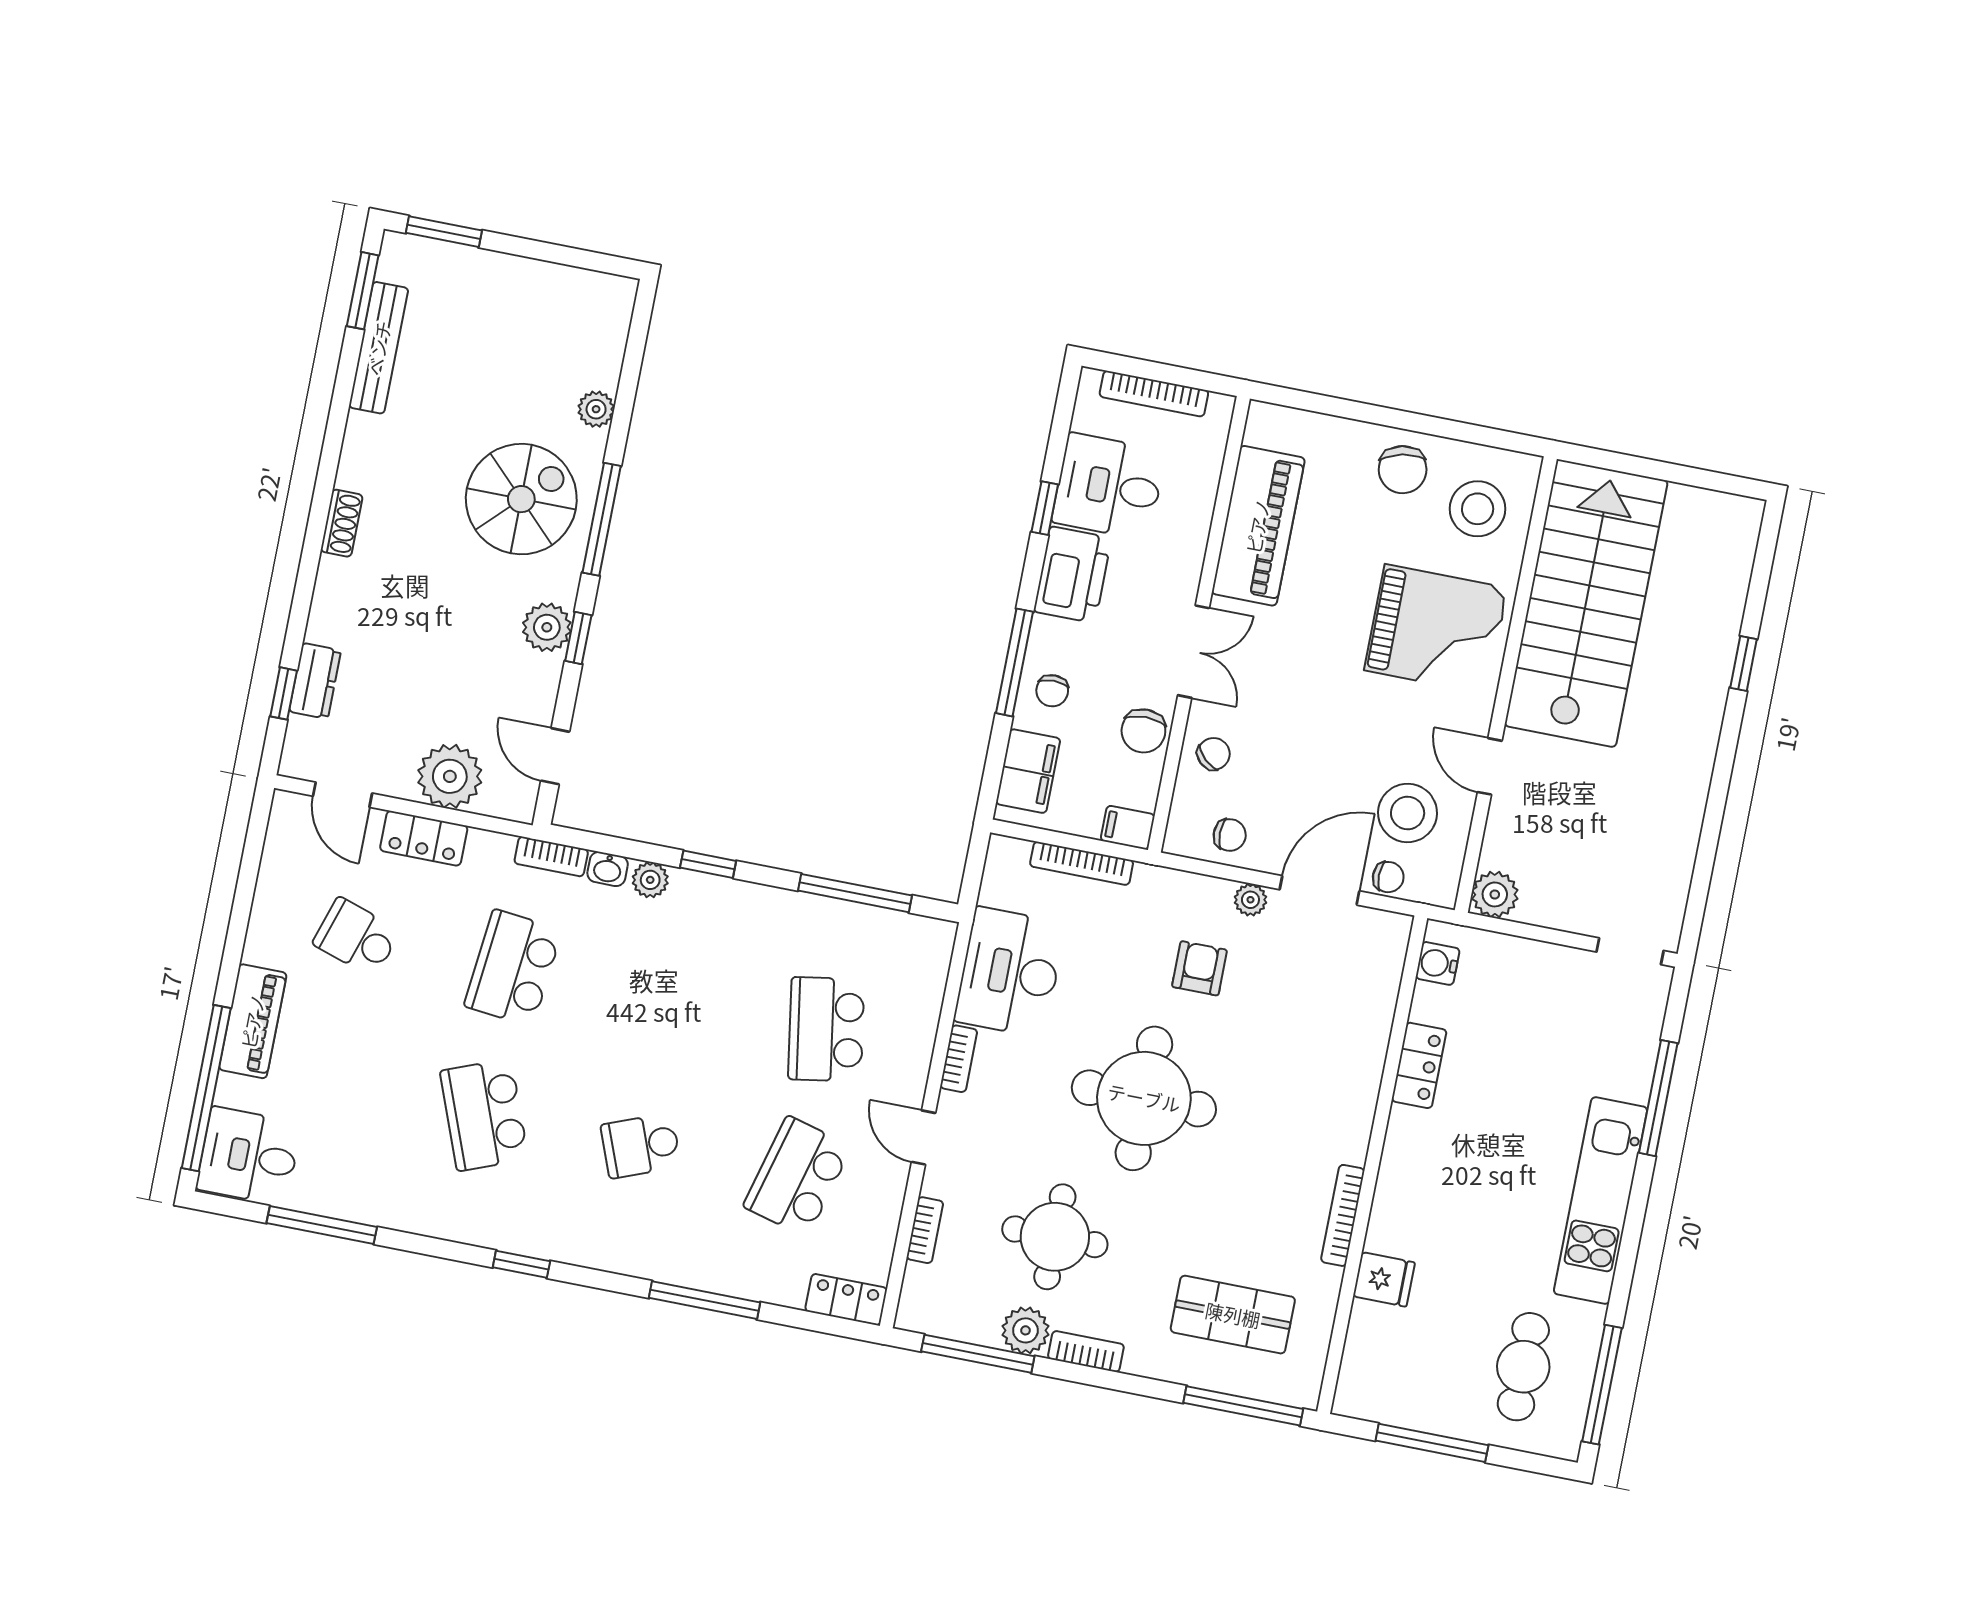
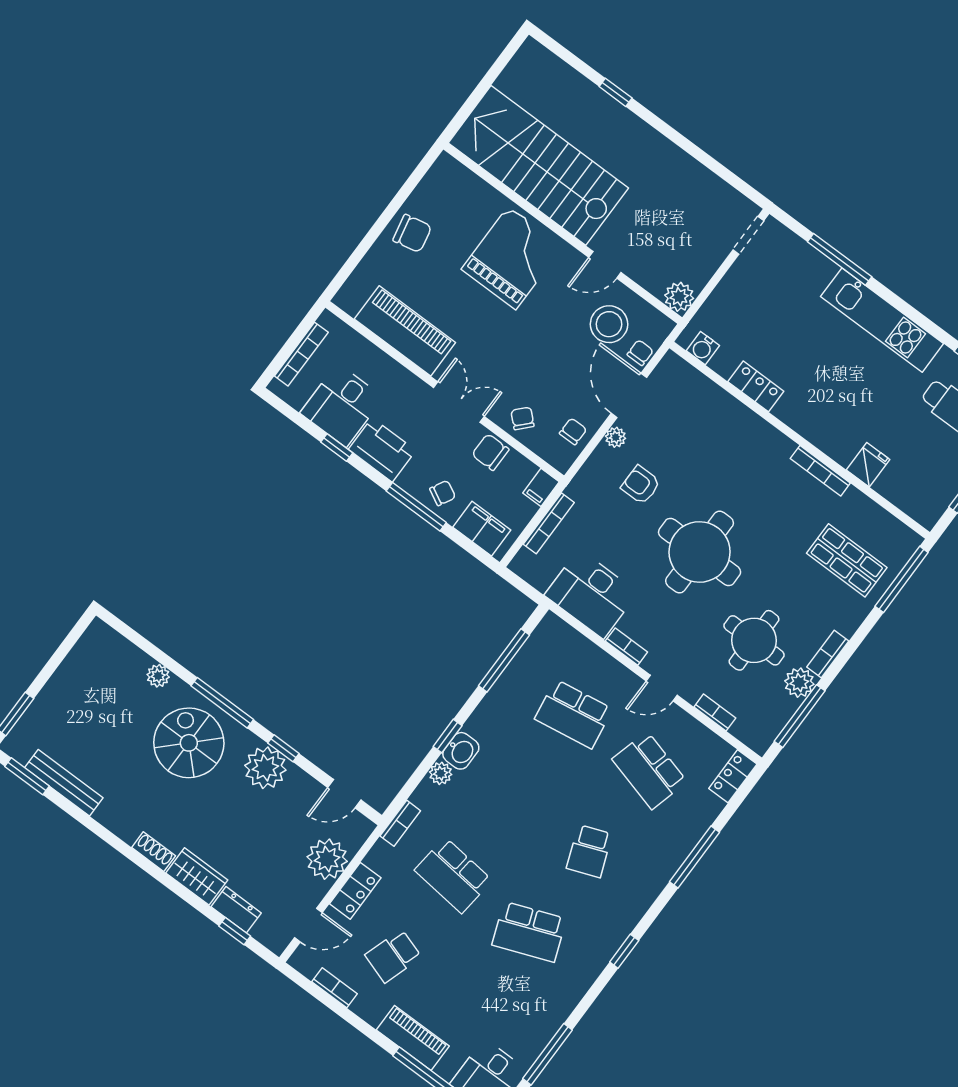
stool: (1478, 509) -> (455, 201), removed
wardrobe: (336, 602) -> (197, 876), added
plant: (547, 627) -> (265, 768), width x1.36, depth x1.36
chair: (1052, 691) -> (443, 493), turned -62
chair: (1143, 731) -> (490, 452), turned 180
washbasin: (608, 869) -> (461, 751), moved, width x1.38, depth x1.45
bookcase: (271, 875) -> (335, 988), added
shop shelf: (1233, 1315) -> (847, 560), turned 90

